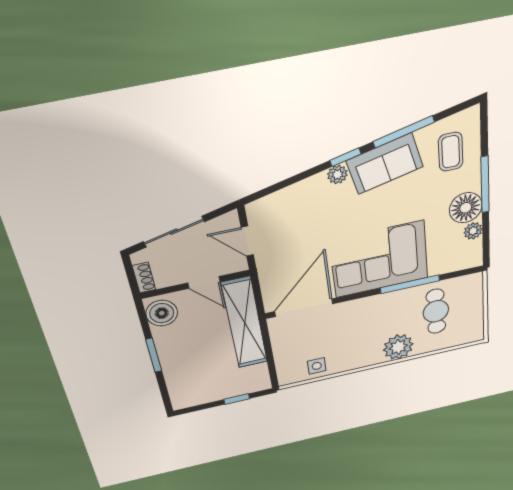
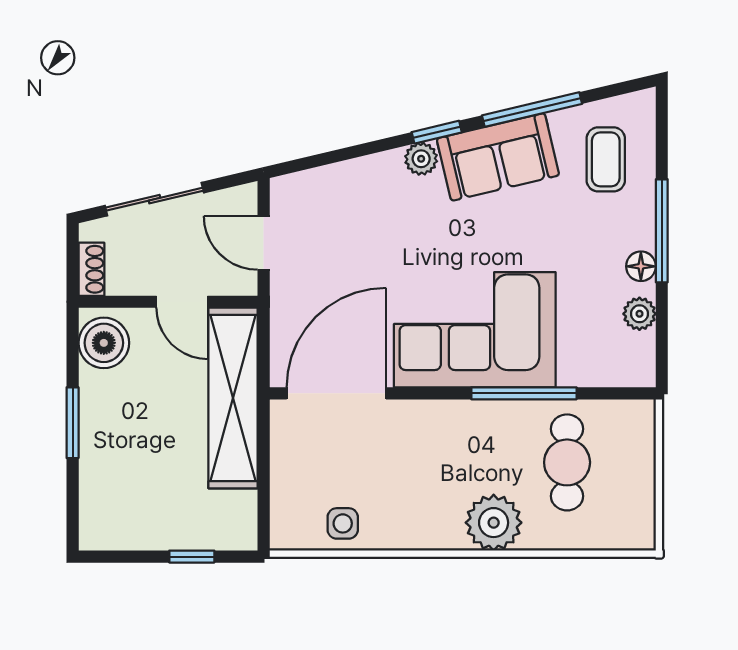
floor lamp: (466, 208) -> (641, 266), width x0.53, depth x0.53

